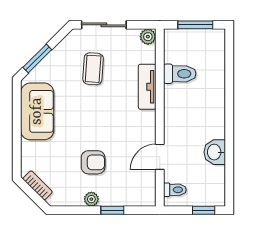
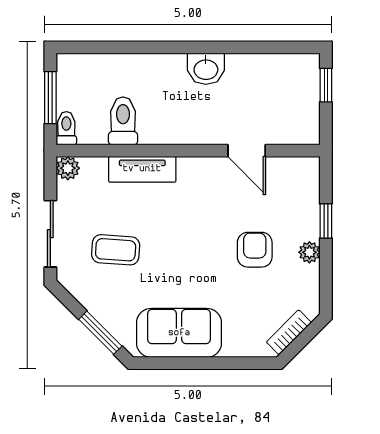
washbasin: (215, 152) -> (206, 69), moved
toilet: (175, 190) -> (66, 128), moved

